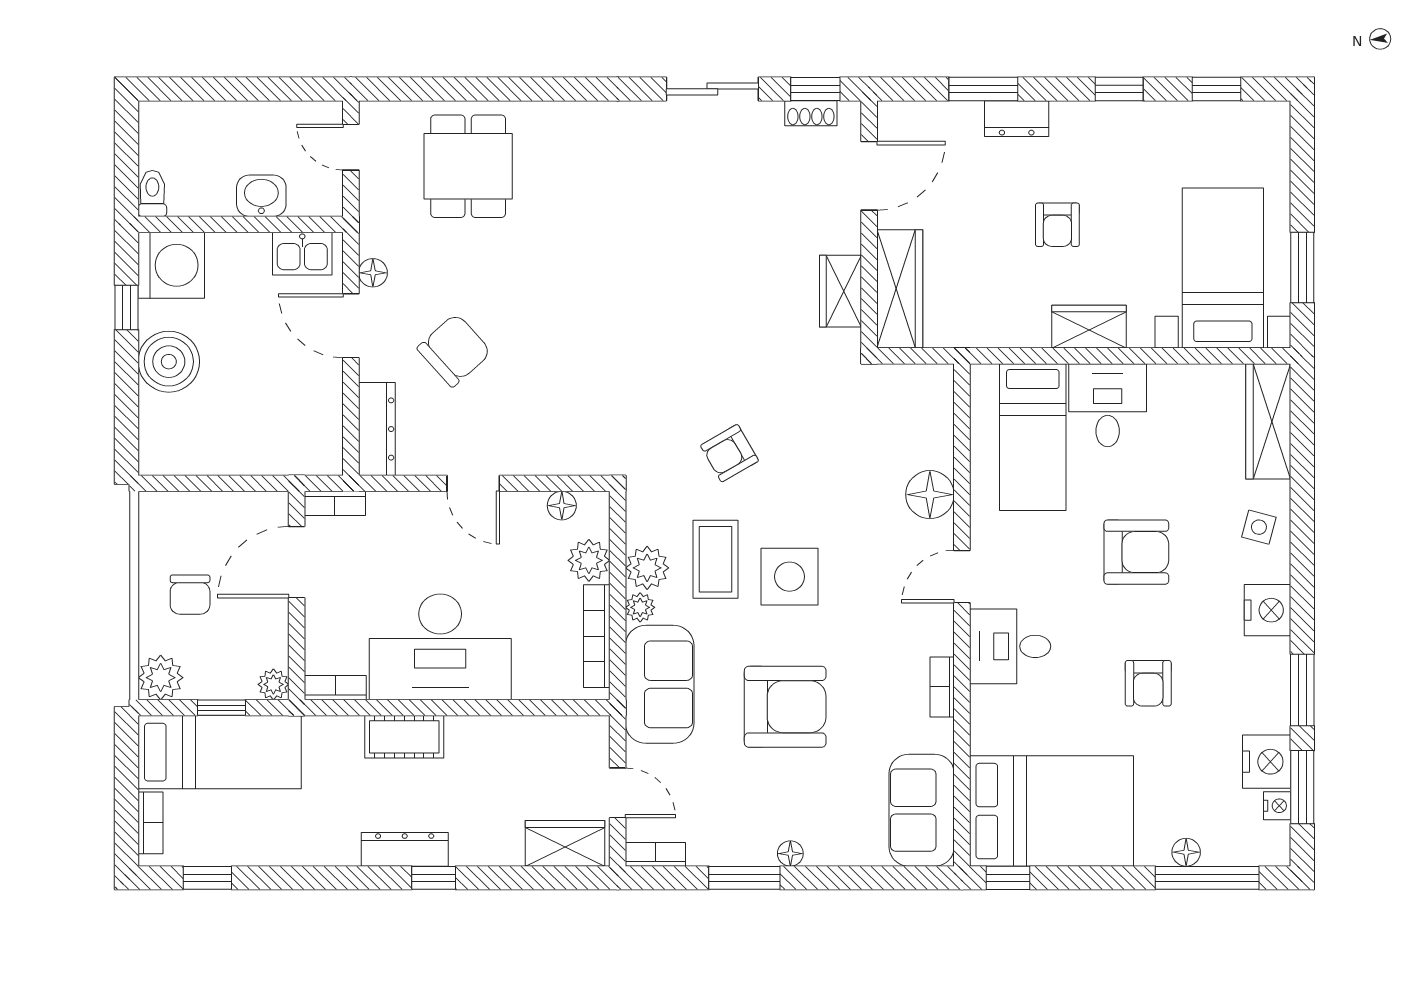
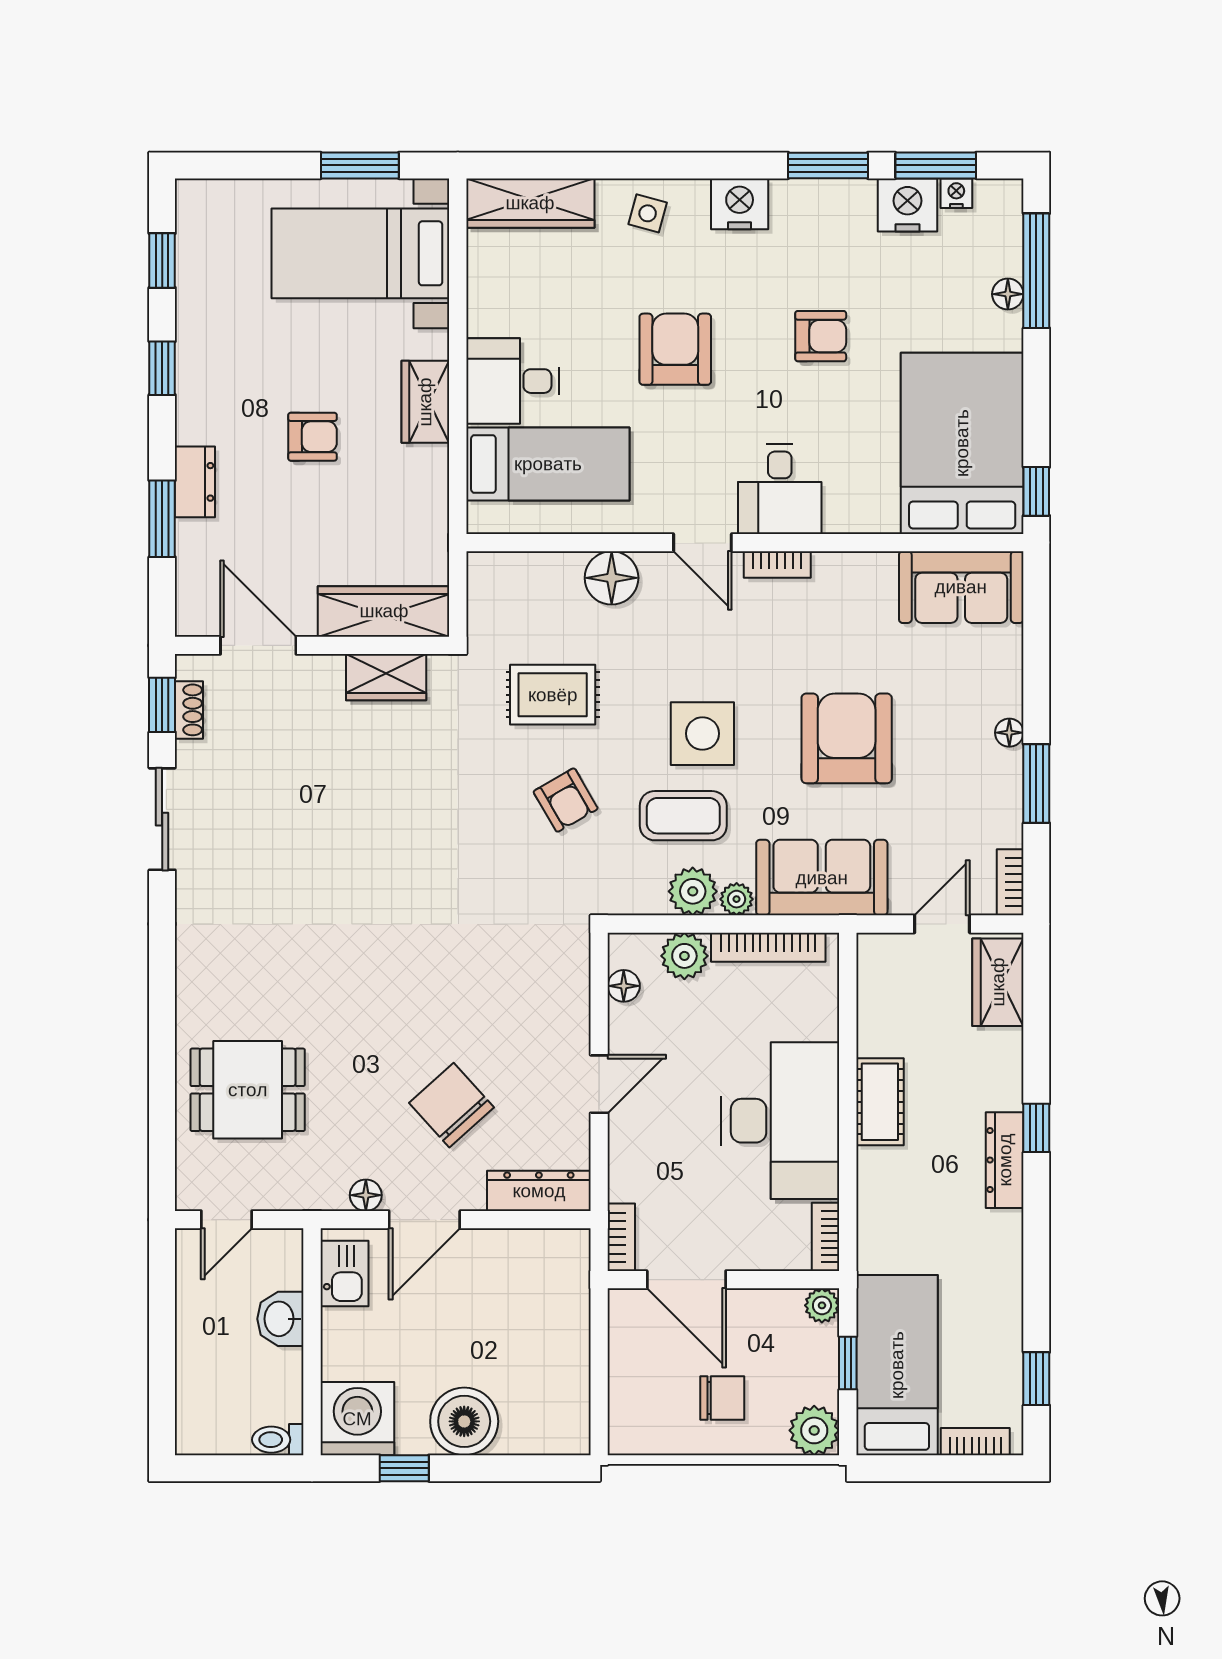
rug: (825, 442) -> (553, 695), added
bookcase: (942, 687) -> (777, 564), moved
cot: (404, 737) -> (880, 1102), moved

